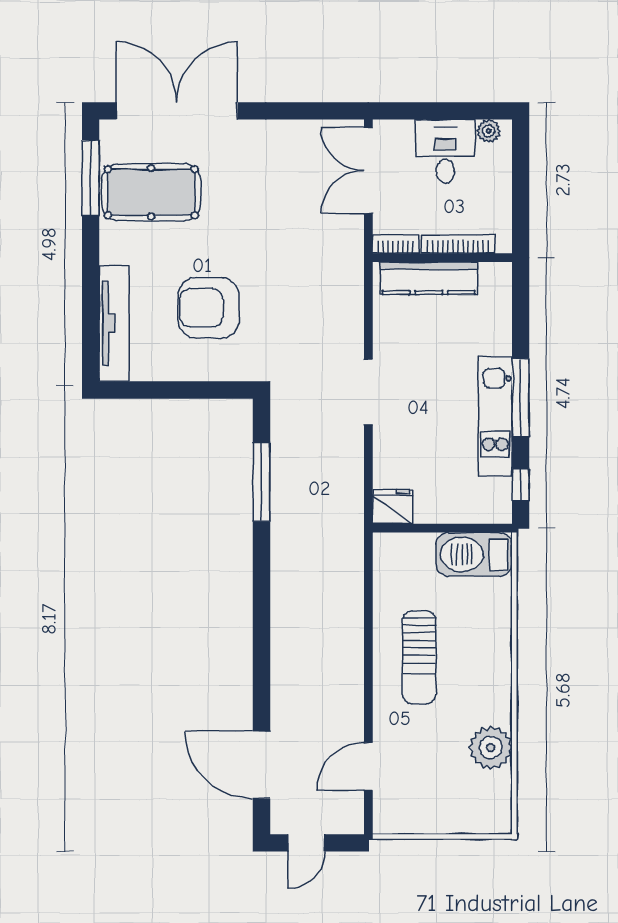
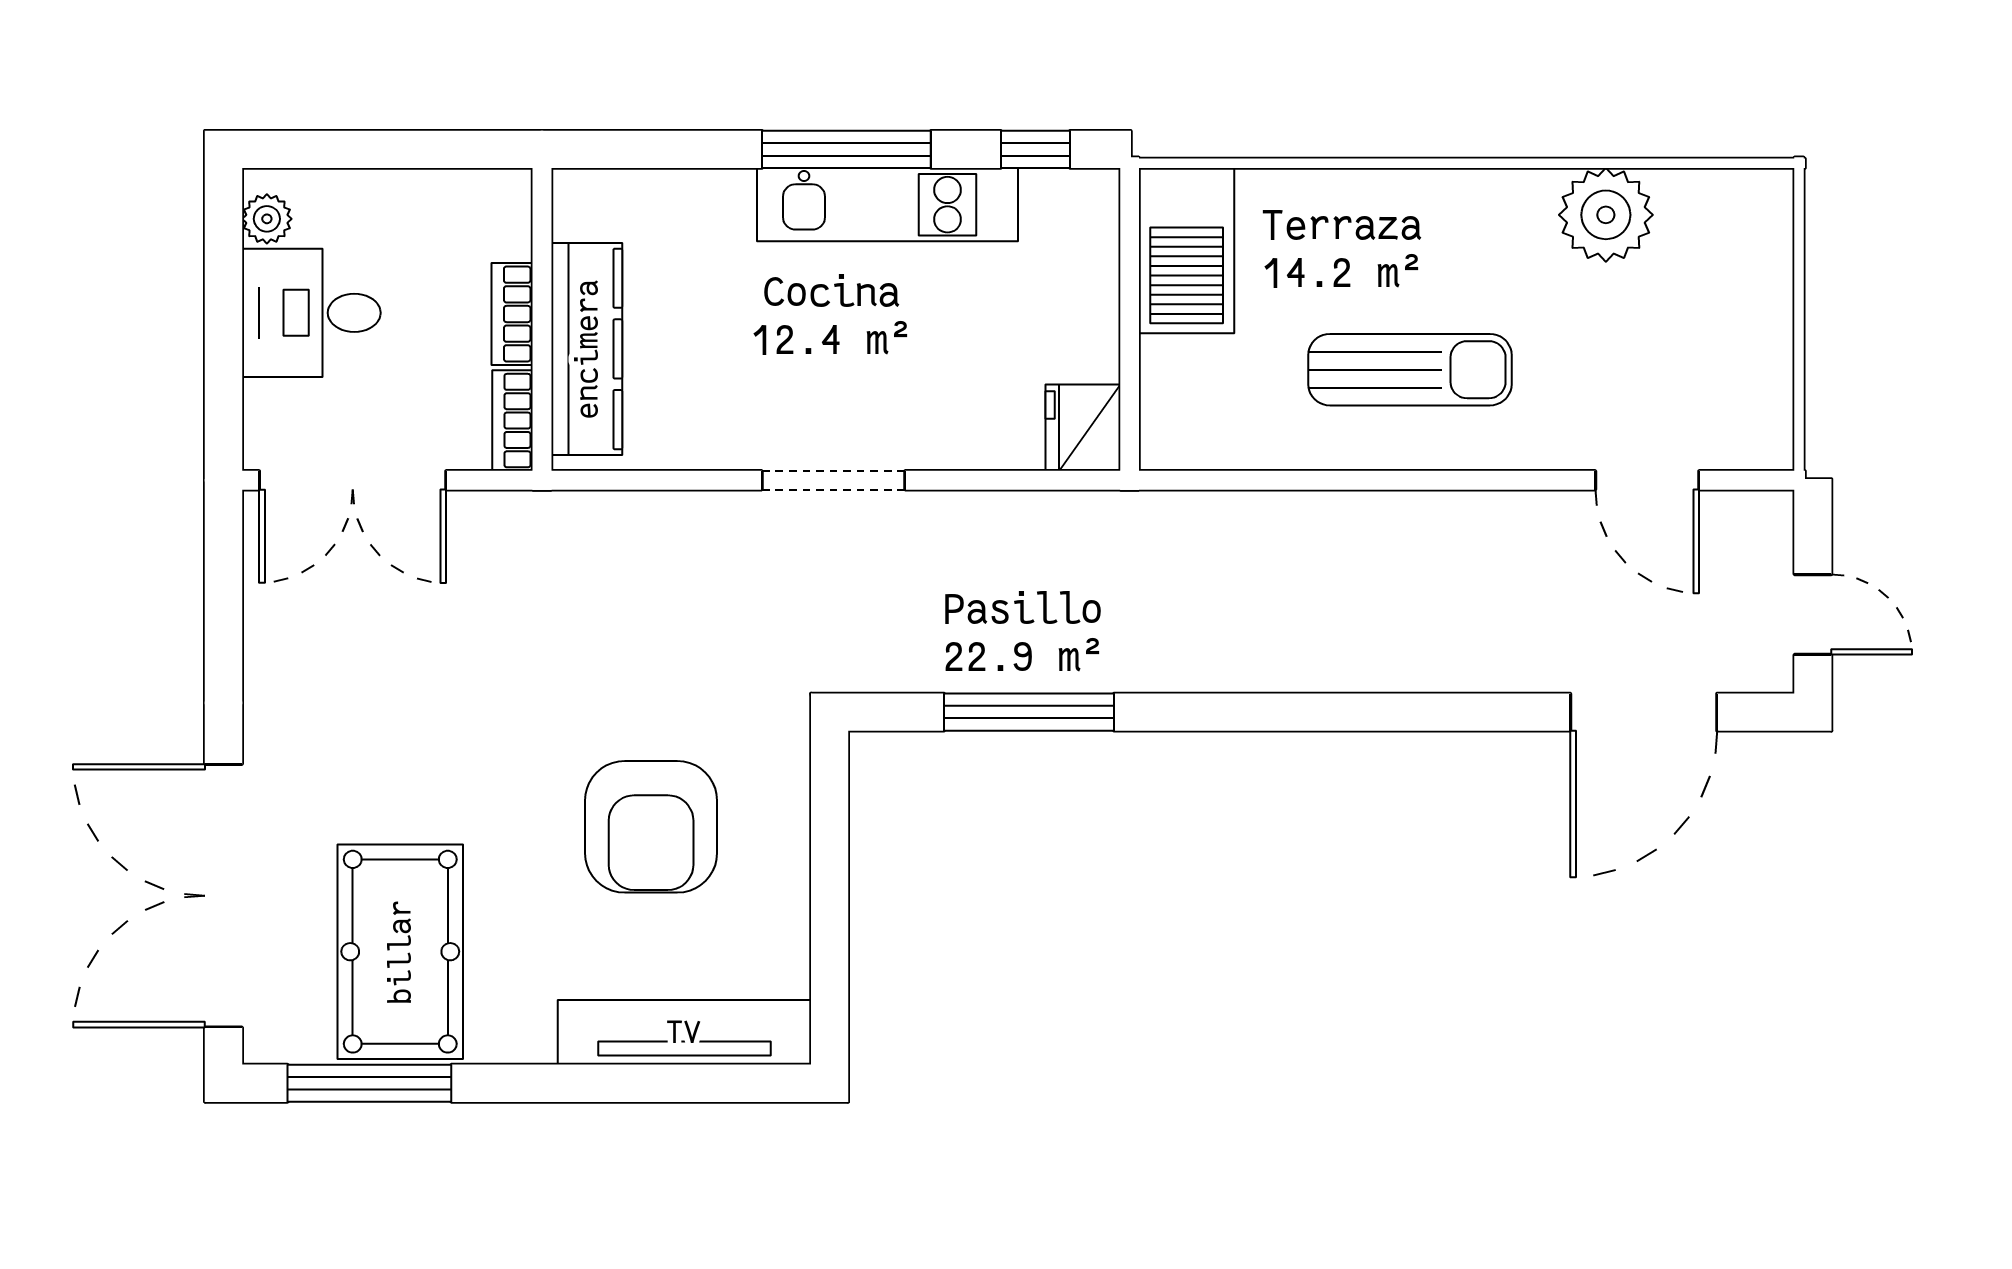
bookcase: (458, 244) -> (512, 314), width x0.64

